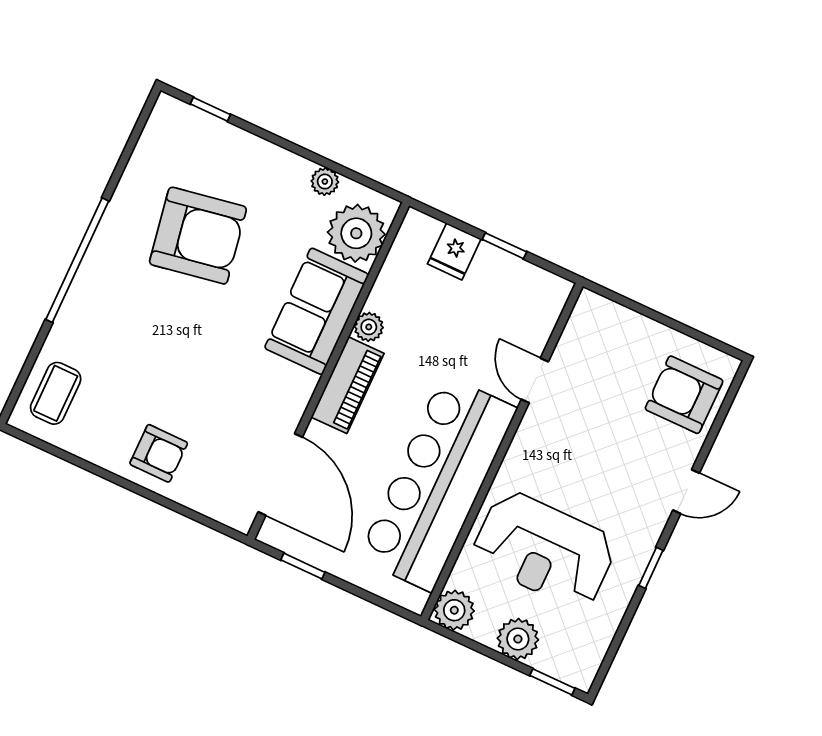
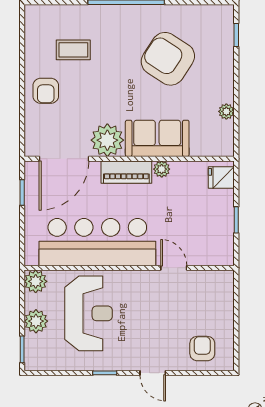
plant: (356, 233) -> (107, 140), moved
armchair: (198, 236) -> (168, 59), turned 133
fridge: (454, 251) -> (221, 177), moved
door: (535, 380) -> (174, 268), hinge flipped
coffee table: (56, 393) -> (73, 50), moved
armchair: (684, 395) -> (202, 349), width x0.72, depth x0.72
reception desk: (544, 550) -> (88, 313), turned 180

